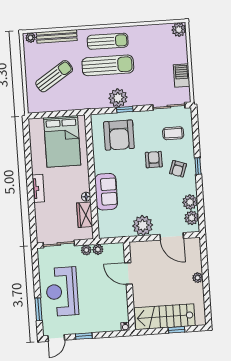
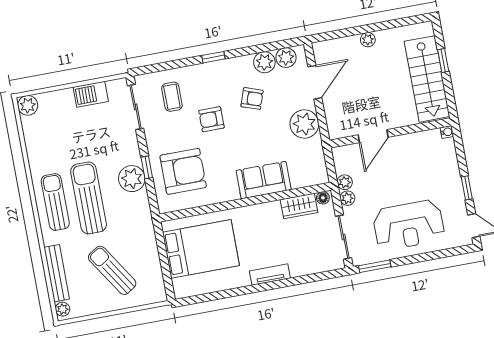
armchair: (178, 169) -> (252, 98), moved
floor lamp: (86, 197) -> (323, 198), moved
window: (38, 309) -> (375, 266), moved

